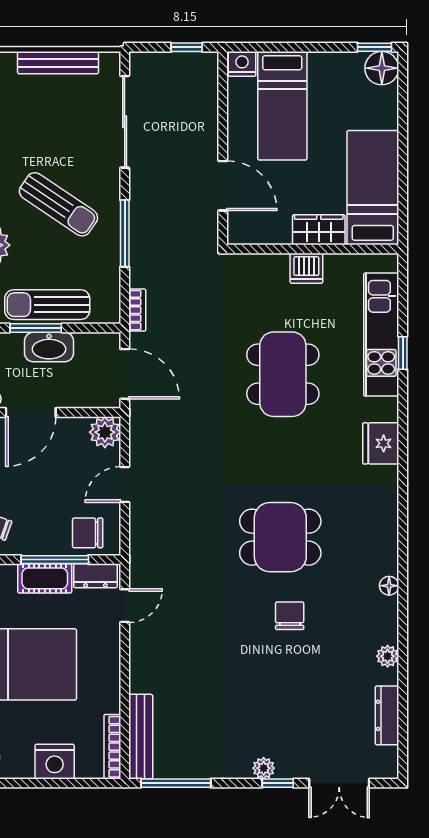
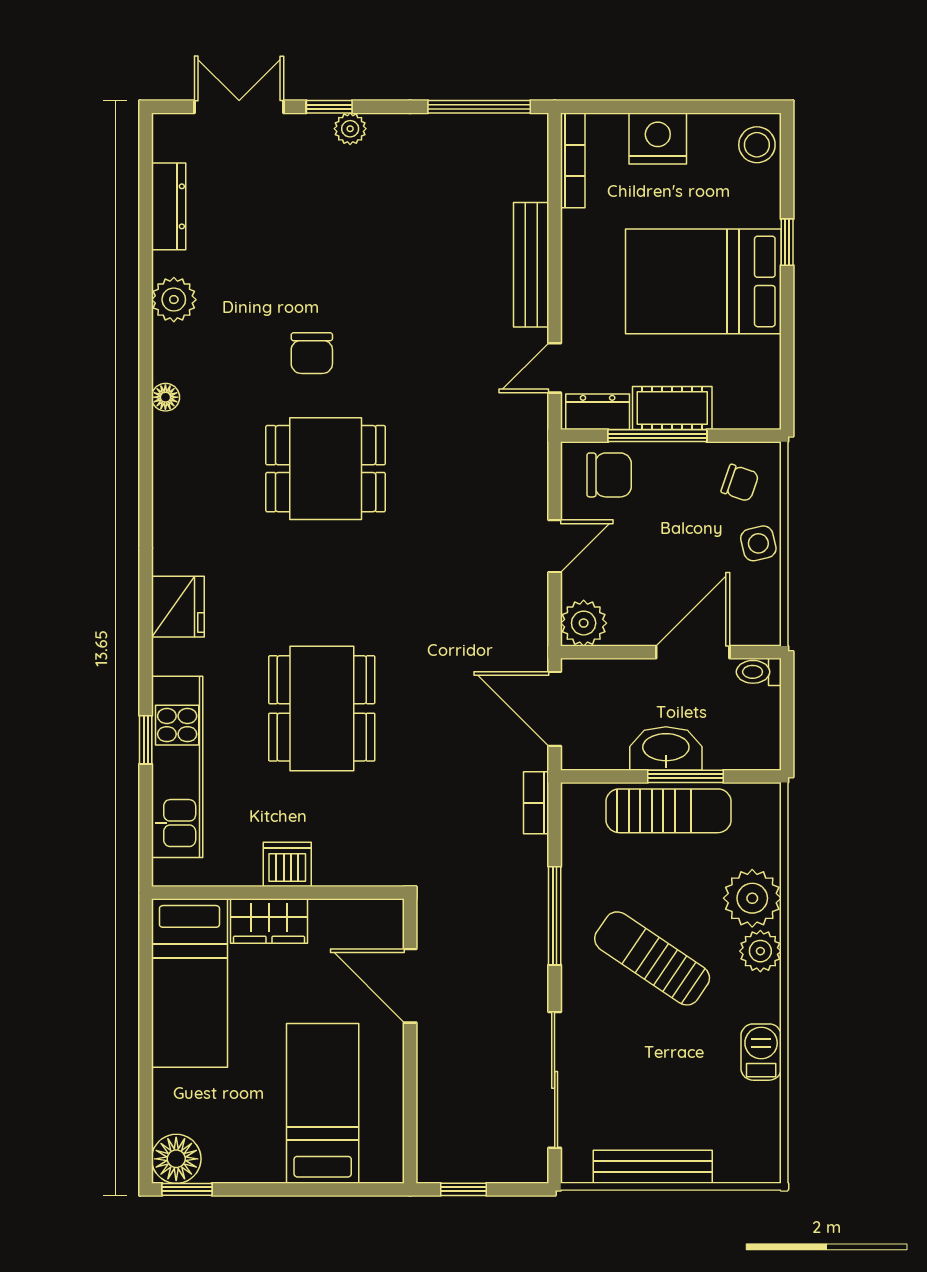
nightstand: (242, 64) -> (382, 1165), removed
plant: (388, 656) -> (174, 300), width x1.38, depth x1.38
bench: (141, 737) -> (531, 265), moved

